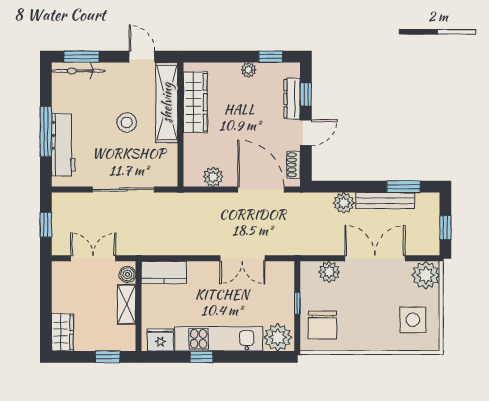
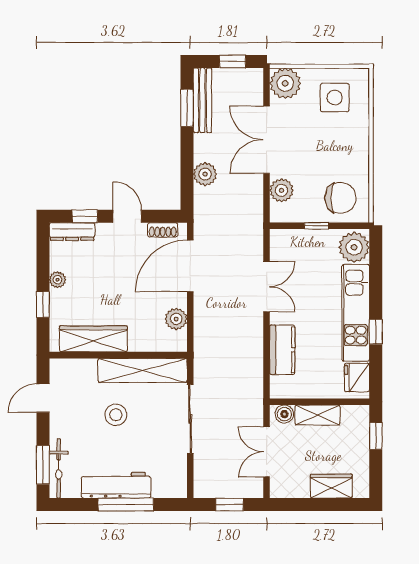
window: (271, 57) -> (43, 304), moved
dresser: (292, 99) -> (72, 232), moved
shelving: (167, 103) -> (143, 370), moved
workbench: (63, 145) -> (116, 485), moved
bench: (385, 201) -> (202, 100), moved
kitchen counter: (164, 272) -> (282, 350), moved
wardrobe: (62, 332) -> (331, 486), moved

